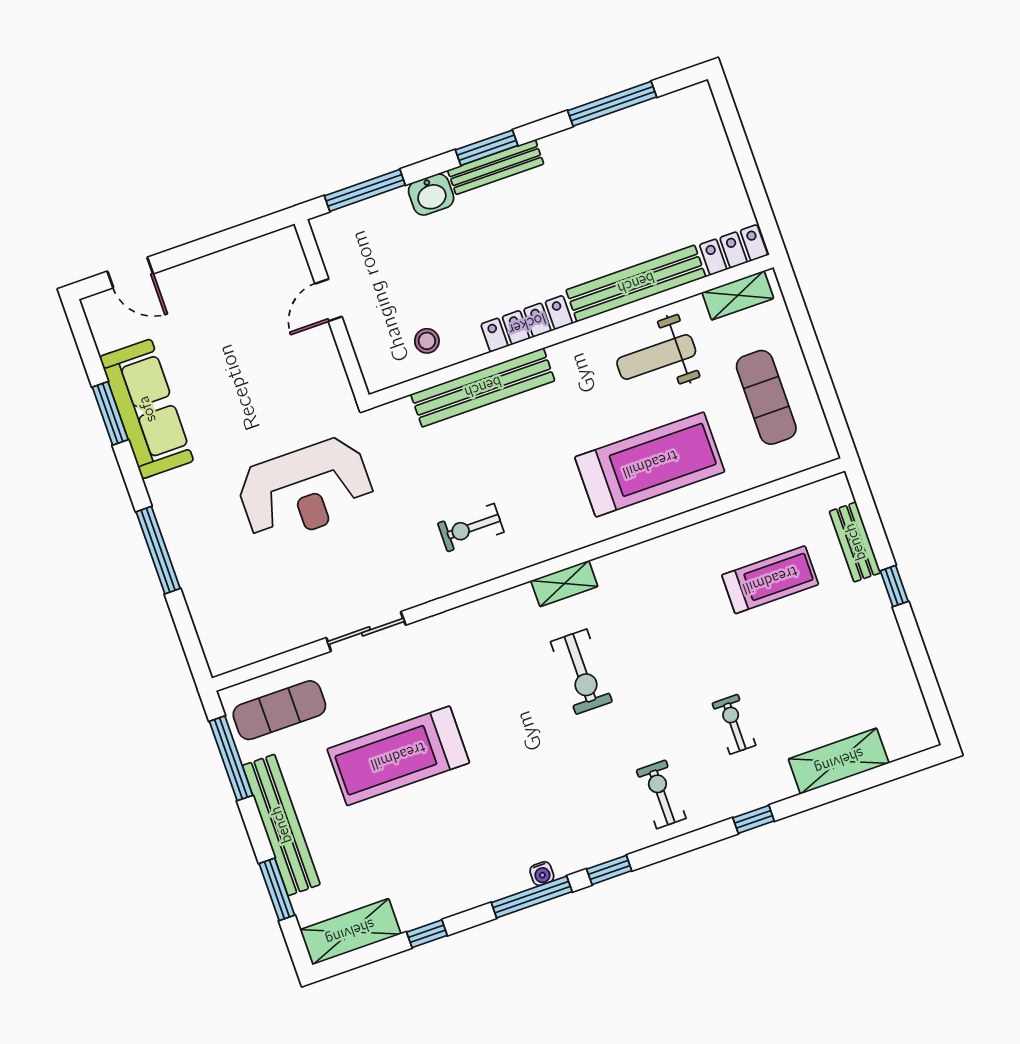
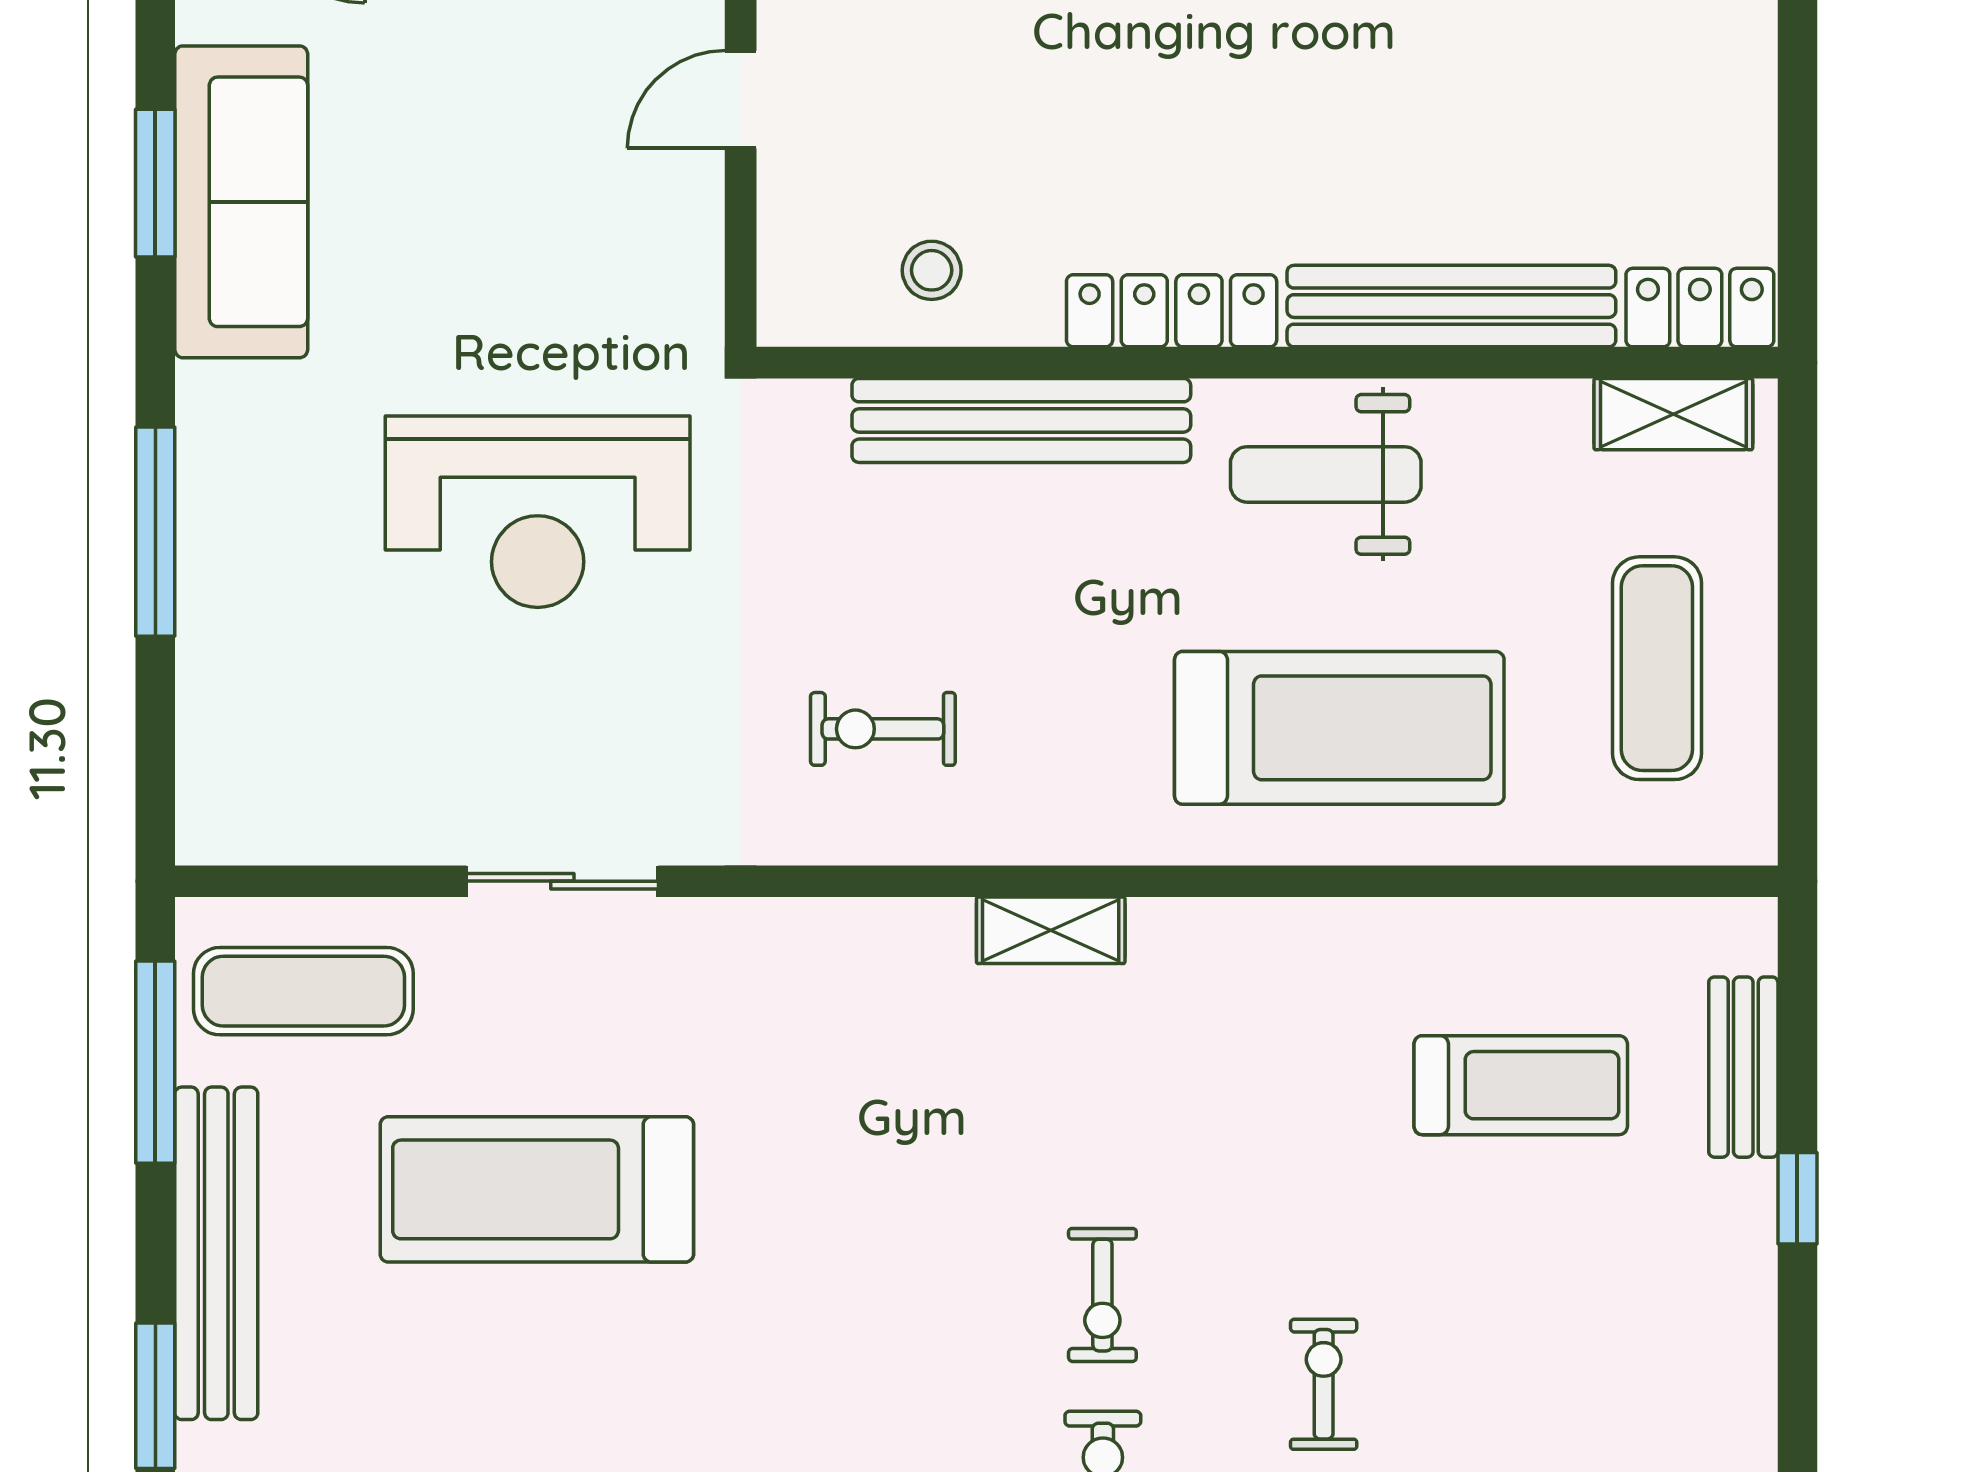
weight bench: (656, 357) -> (1326, 474), moved
exercise bike: (581, 672) -> (1102, 1295), moved, width x0.73, depth x0.72

